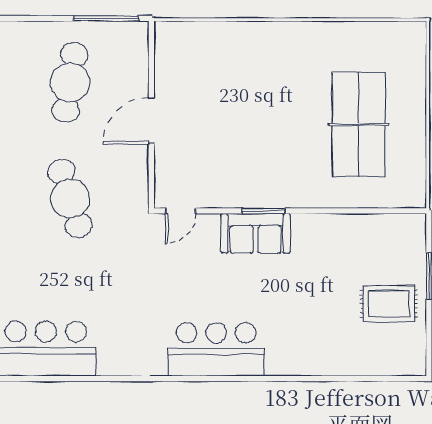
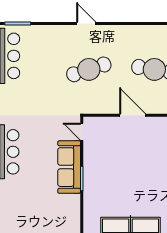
sofa: (256, 233) -> (69, 167), width x1.36

